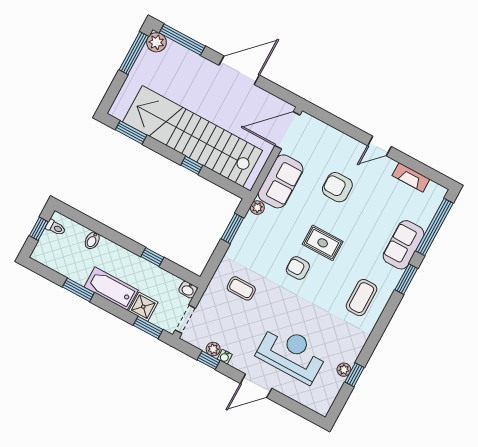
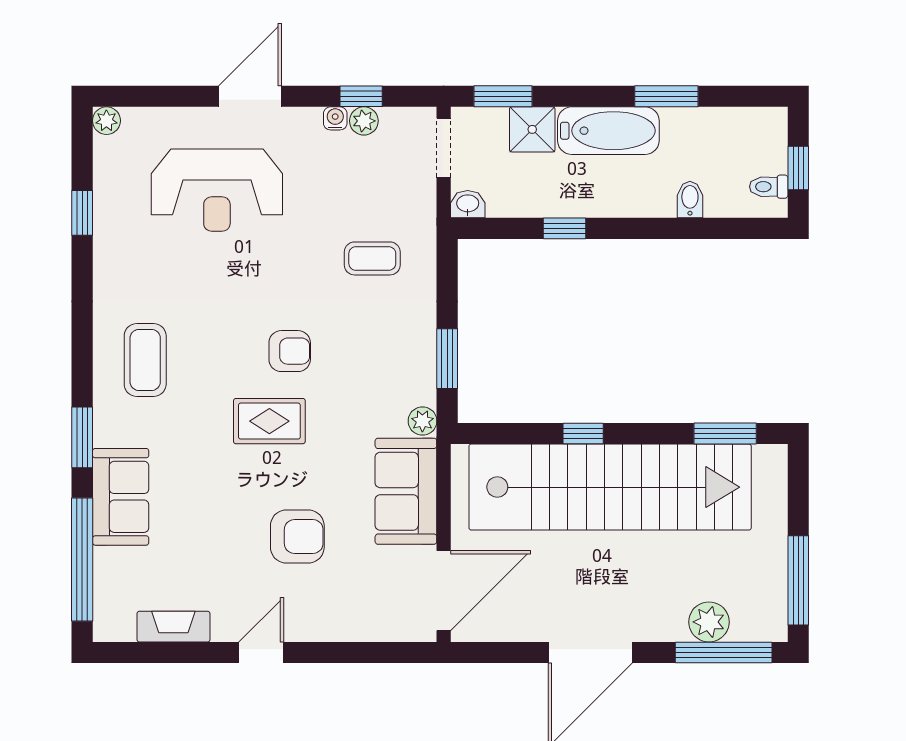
plant: (156, 42) -> (709, 622), moved
plant: (344, 370) -> (106, 121), moved

